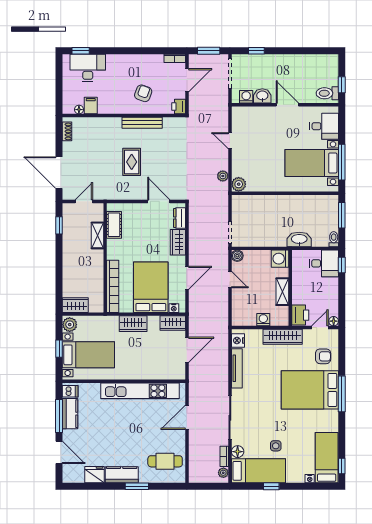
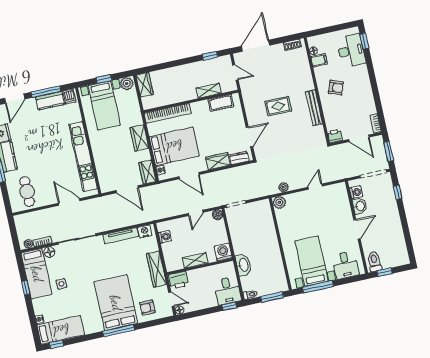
armchair: (143, 93) -> (336, 88), moved
washing machine: (263, 320) -> (165, 237), moved
armchair: (323, 356) -> (147, 308), turned 90

